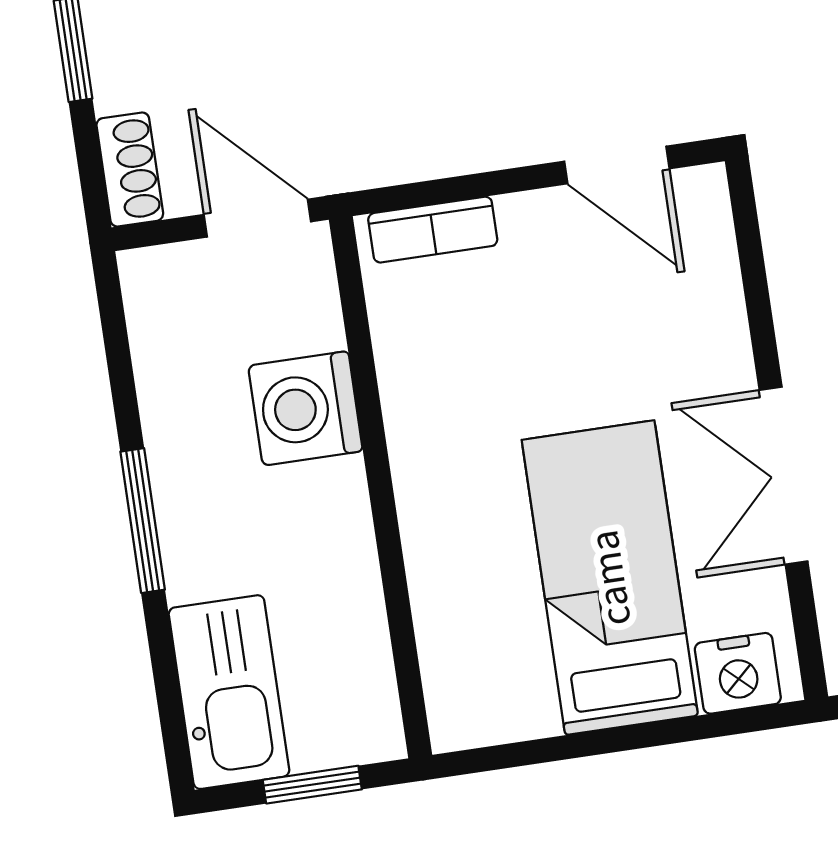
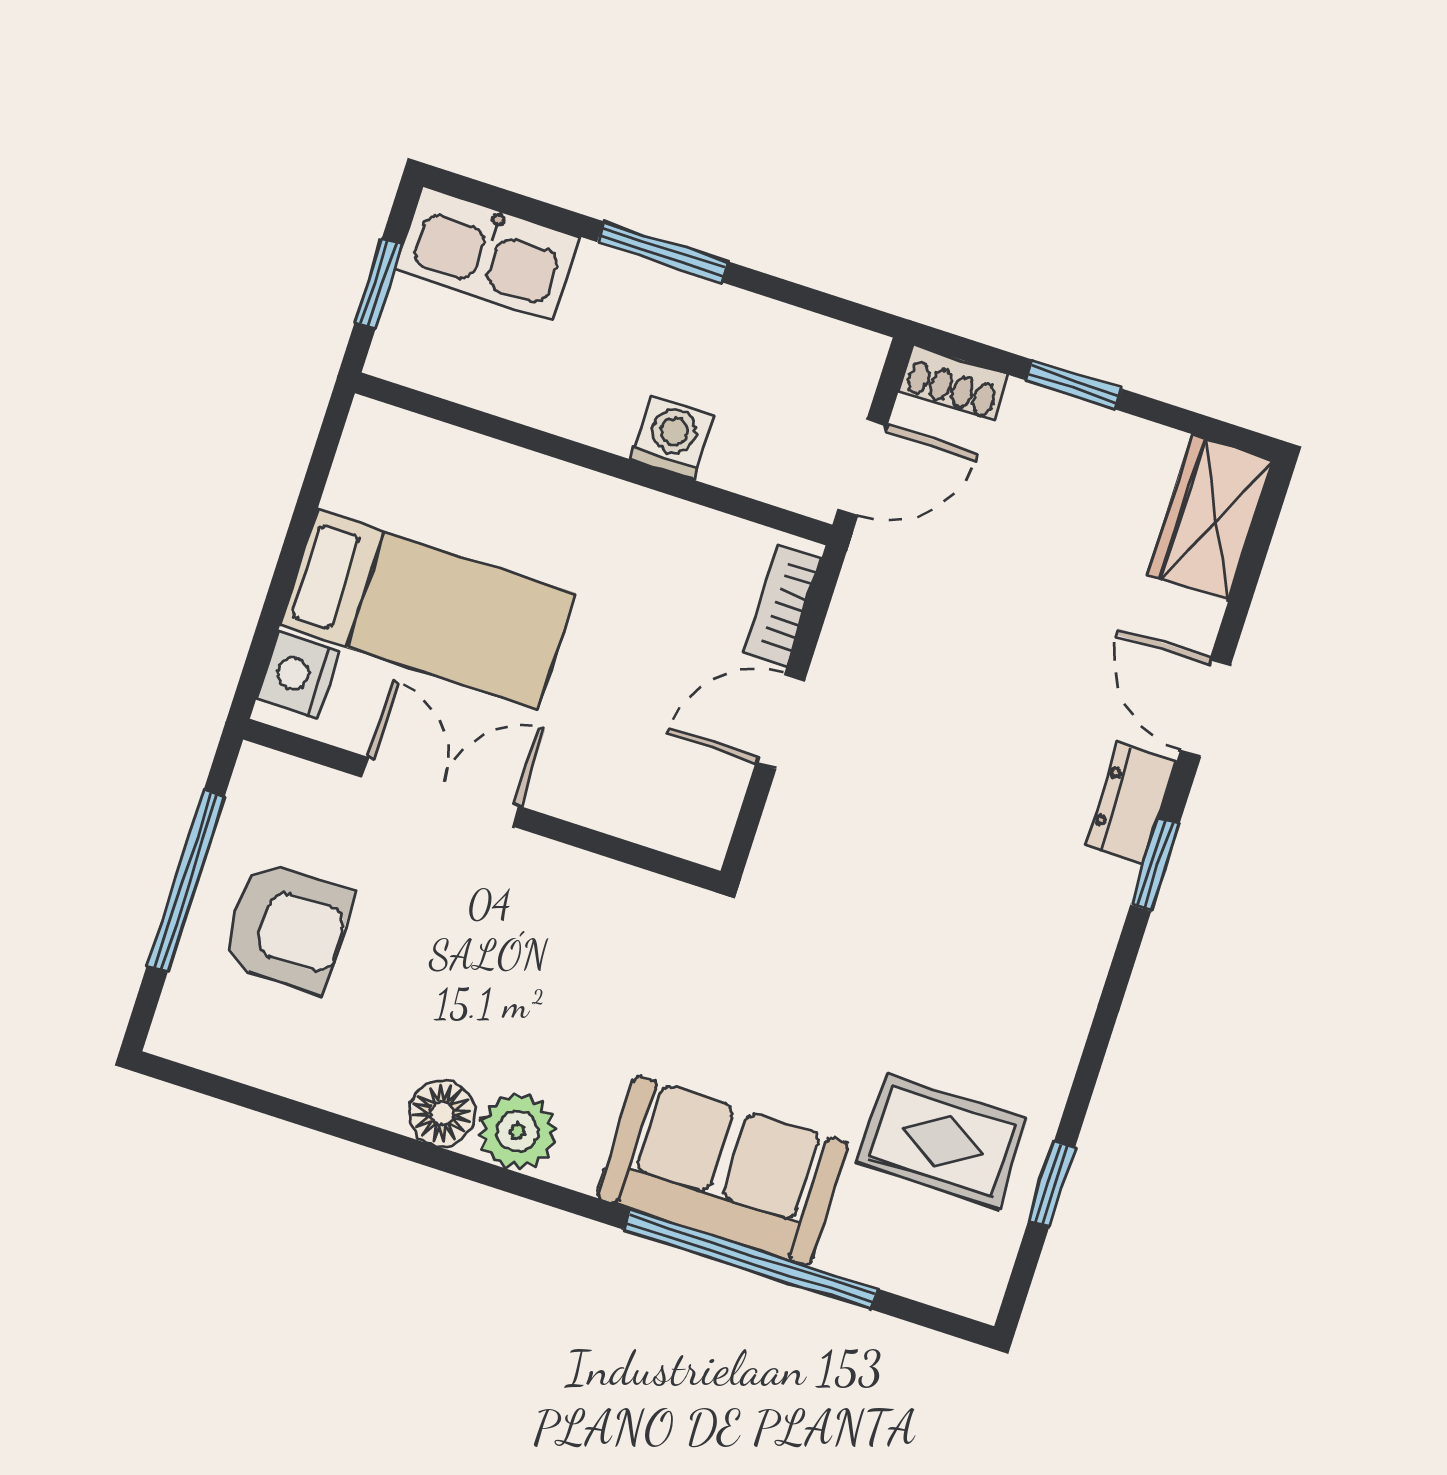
door: (617, 165) -> (780, 721), moved
washing machine: (305, 408) -> (672, 438), width x0.73, depth x0.73

